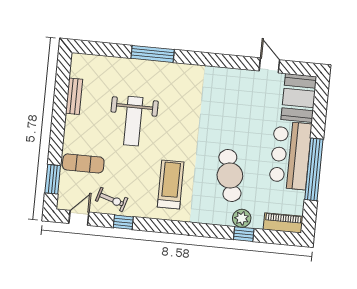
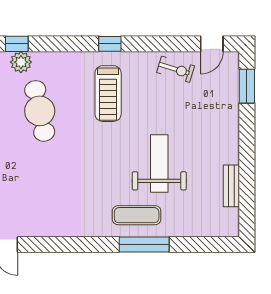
exercise mat: (83, 163) -> (137, 215), moved
exercise bike: (112, 199) -> (176, 69), turned 180
window: (123, 222) -> (110, 44), moved

